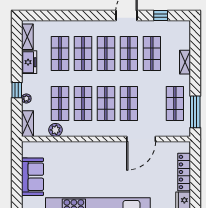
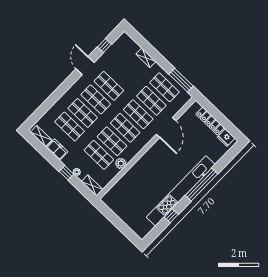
shop shelf: (152, 54) -> (151, 101), moved
plant: (56, 130) -> (121, 163), moved
sofa: (33, 177) -> (126, 213), removed

